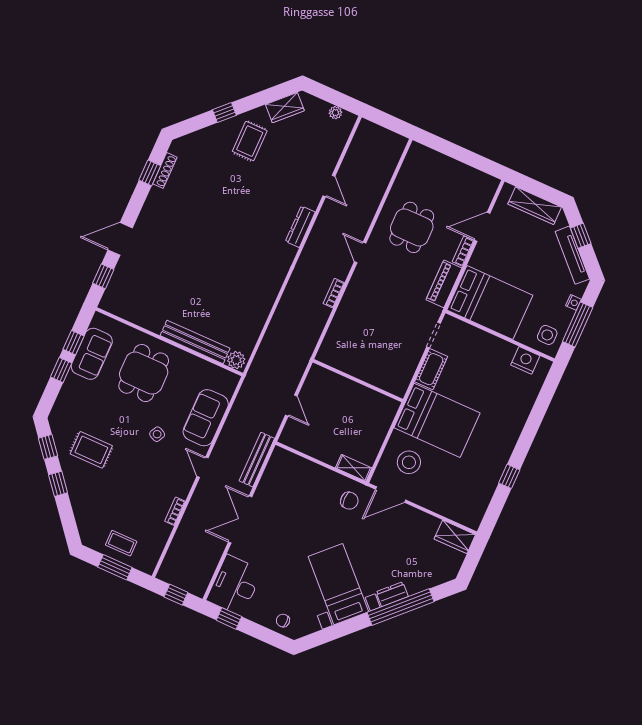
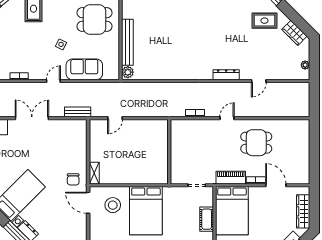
cot: (431, 369) -> (207, 219), moved, turned 90
wall: (358, 381) -> (169, 152), moved
bench: (257, 460) -> (78, 112), width x0.73

